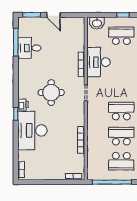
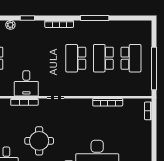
desk: (98, 62) -> (26, 83), width x0.73
round table: (51, 93) -> (39, 141), moved

